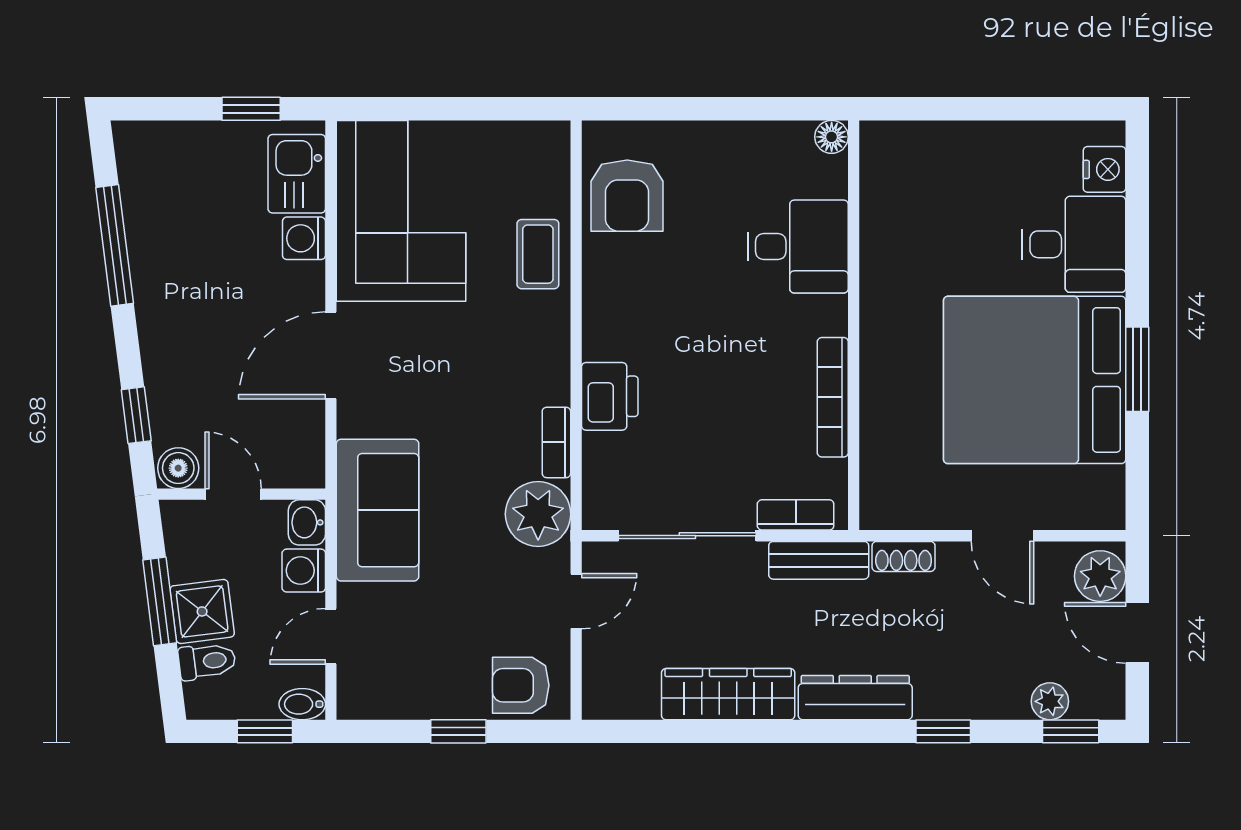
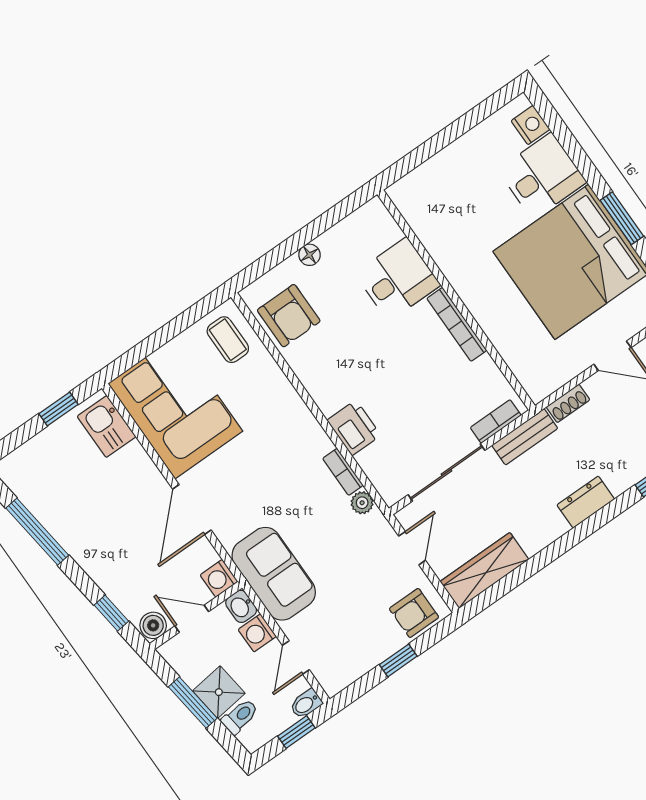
floor lamp: (832, 137) -> (309, 255), moved
washing machine: (304, 238) -> (219, 578), moved
coffee table: (538, 254) -> (228, 340), moved
bookcase: (833, 397) -> (457, 324), moved
plant: (538, 514) -> (362, 503), width x0.53, depth x0.53
wardrobe: (728, 694) -> (484, 570), moved
dresser: (855, 698) -> (586, 502), width x0.70

